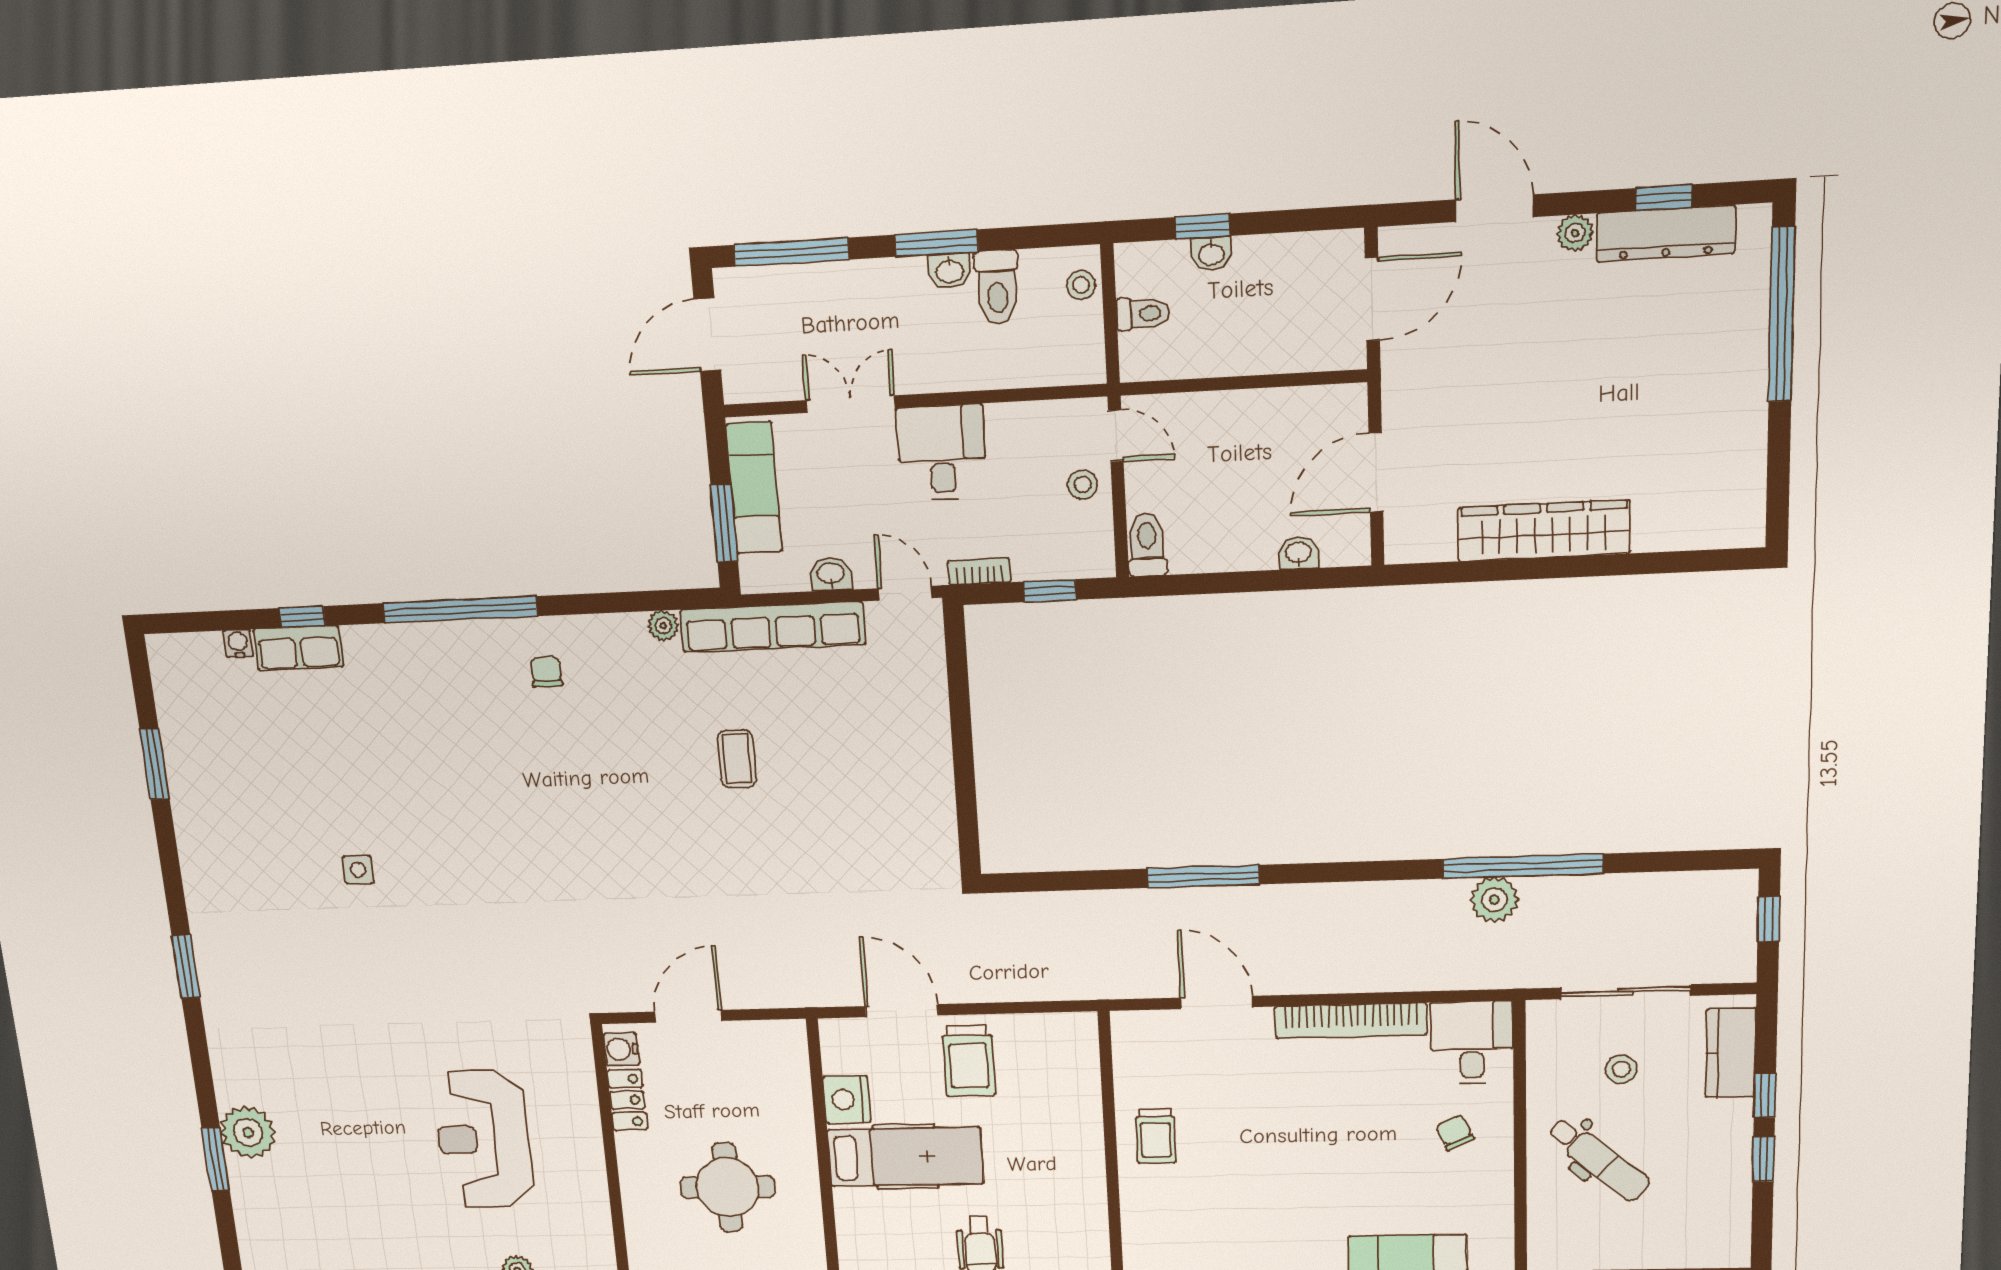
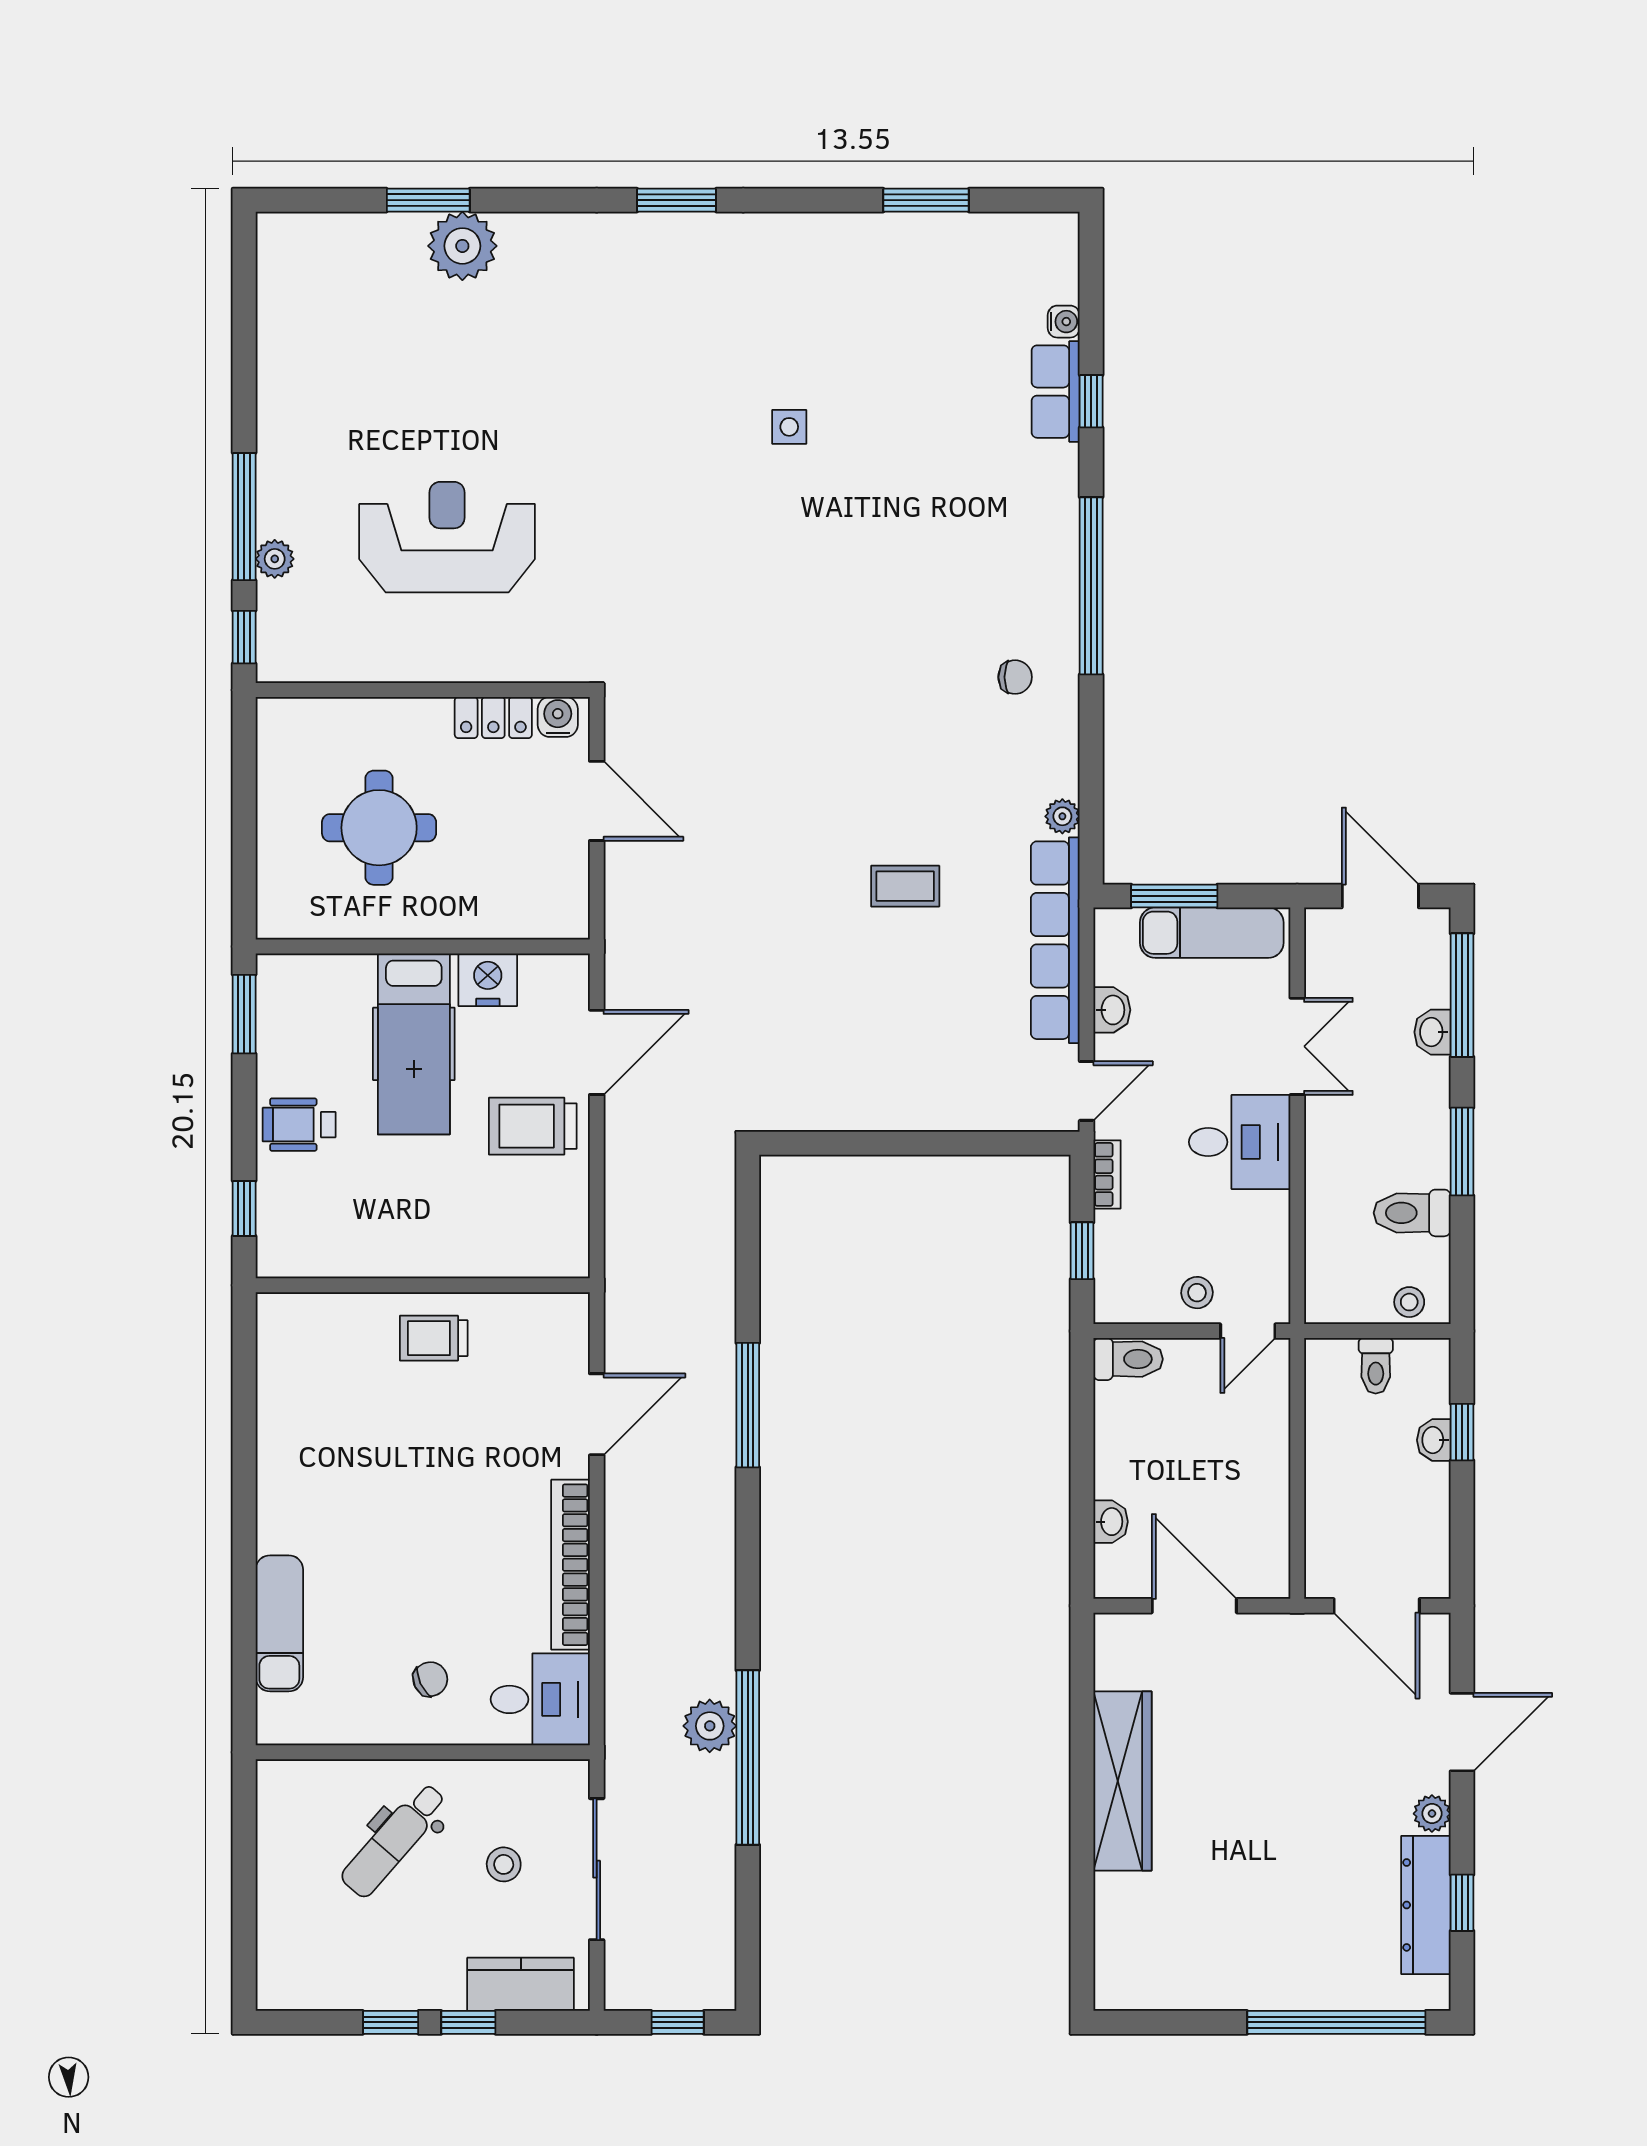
washbasin: (950, 271) -> (1432, 1032), moved

